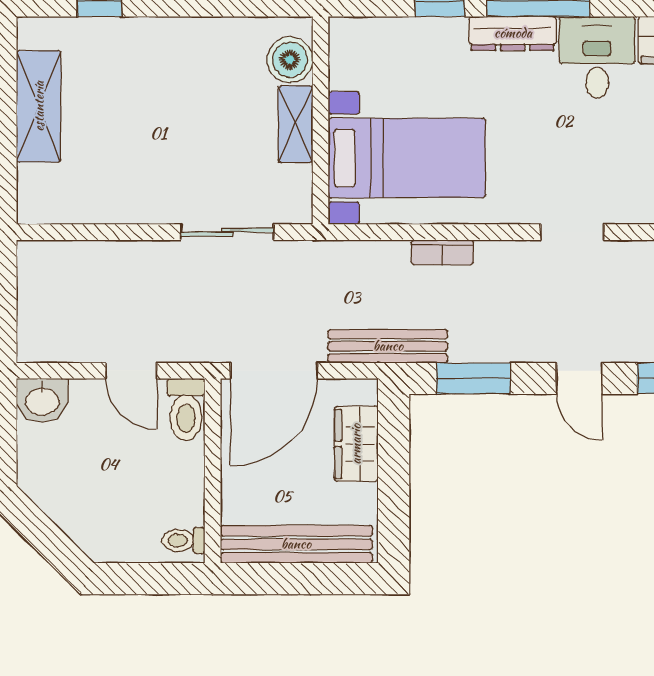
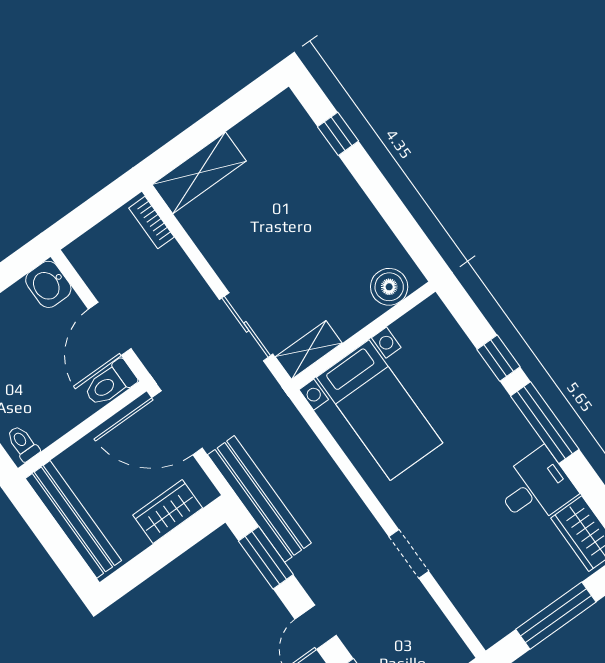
dresser: (513, 33) -> (511, 421), removed
shelving: (39, 106) -> (199, 173), moved
shelving: (295, 124) -> (309, 350), moved
bookcase: (442, 252) -> (151, 222), moved
bench: (388, 346) -> (259, 499), width x1.37, depth x1.21
door: (131, 371) -> (110, 329), width x1.38

